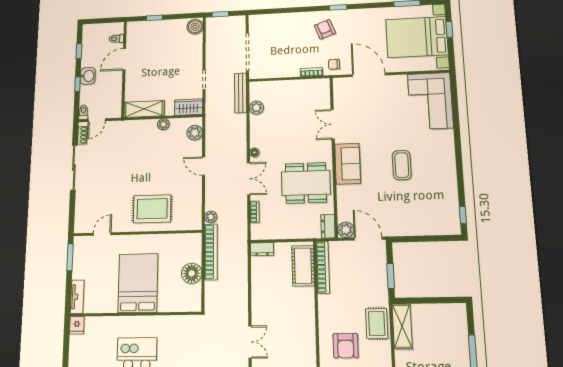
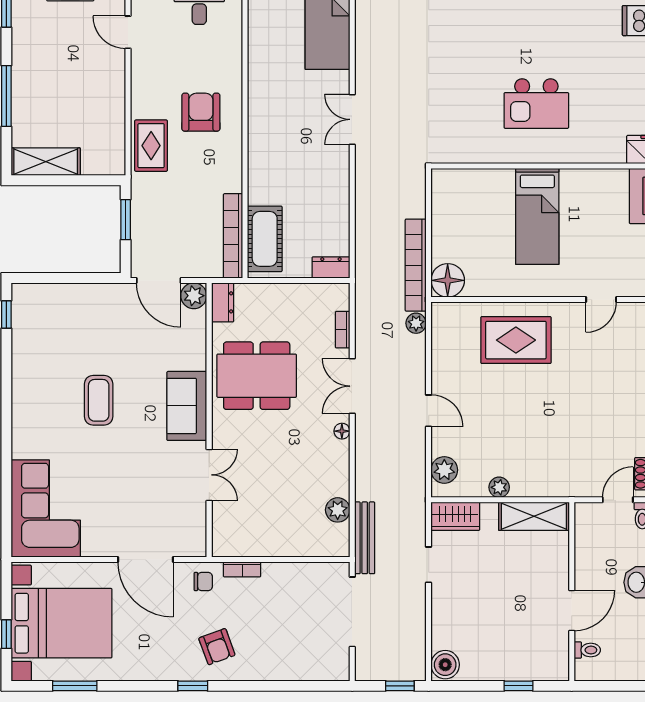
floor lamp: (192, 273) -> (448, 280), moved
bed: (138, 283) -> (537, 216), width x0.67
shelving: (402, 326) -> (46, 162), moved, turned 90

